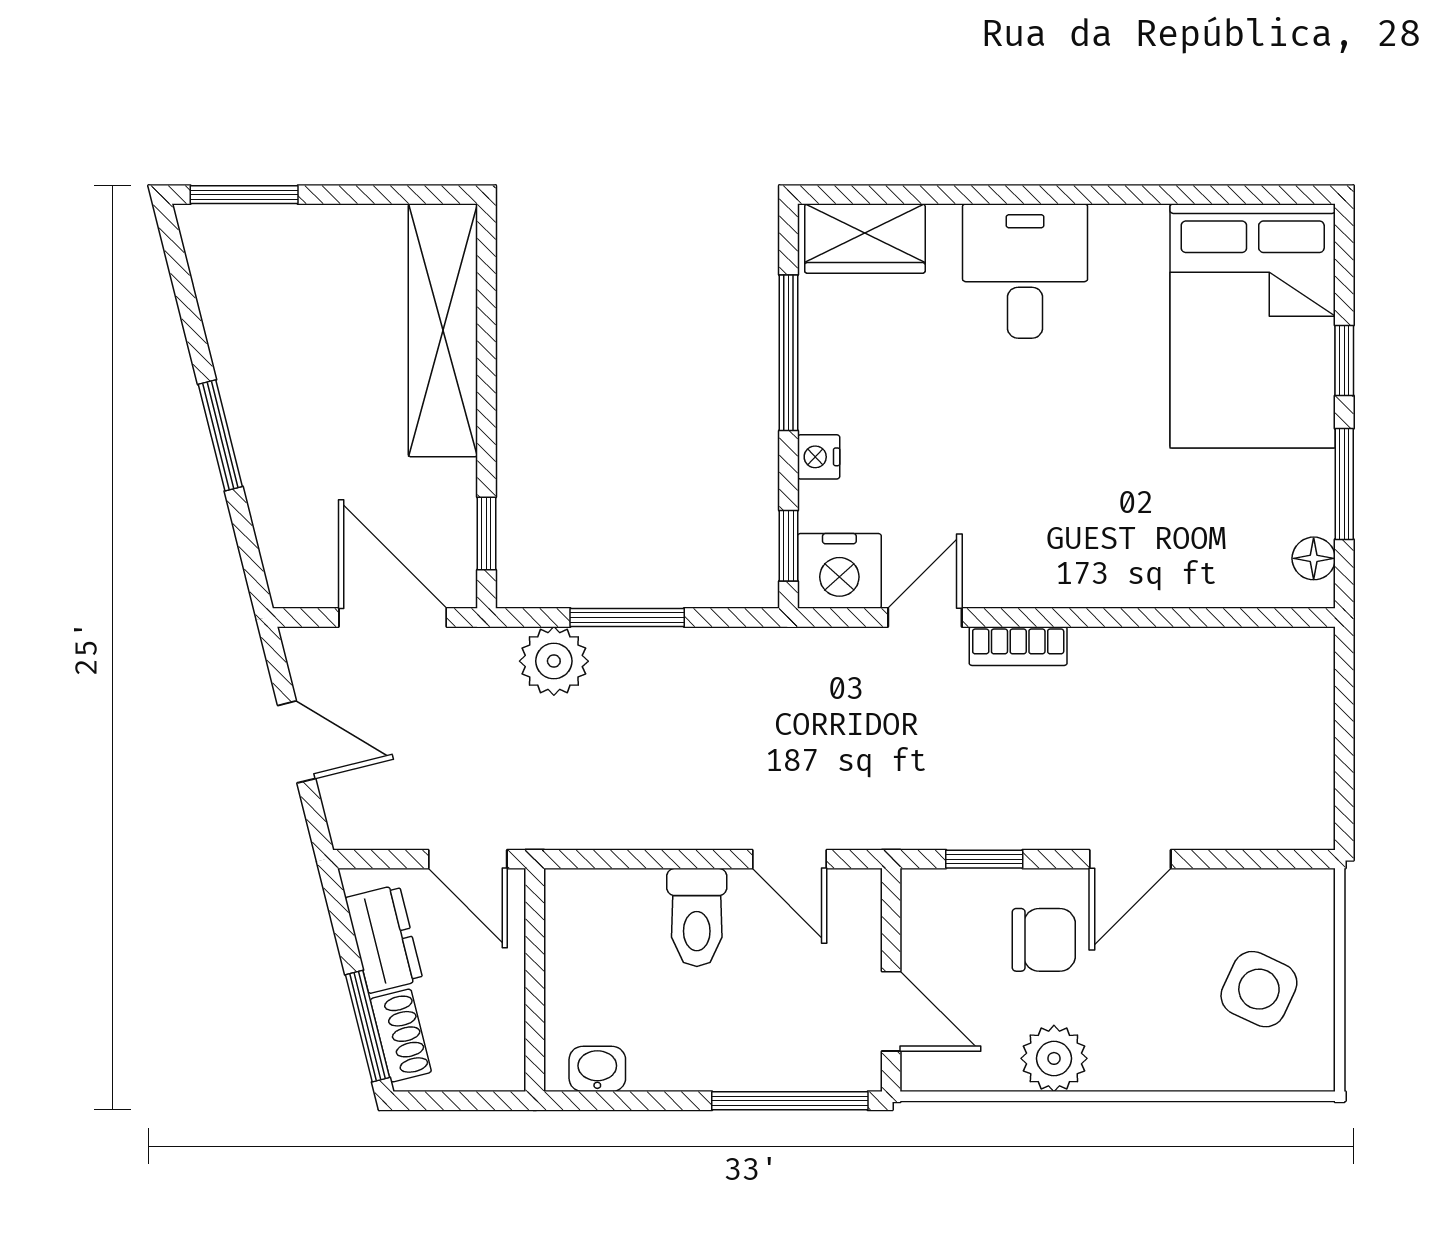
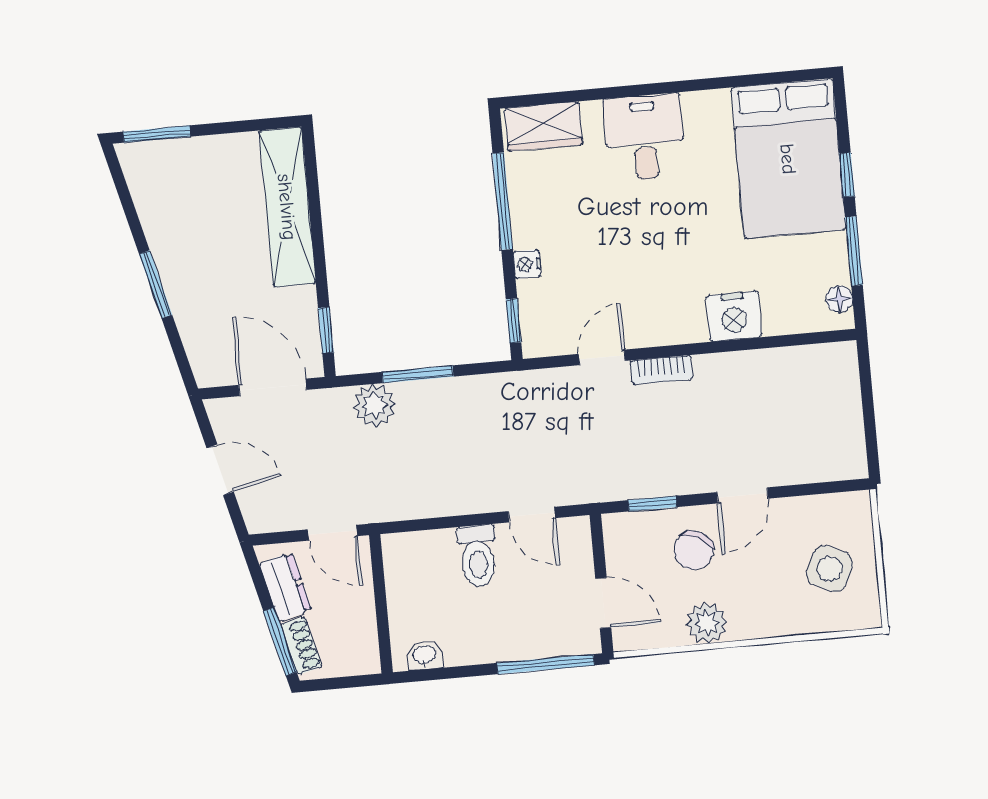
nightstand: (839, 571) -> (734, 316), moved
chair: (1044, 940) -> (694, 550), turned 117

